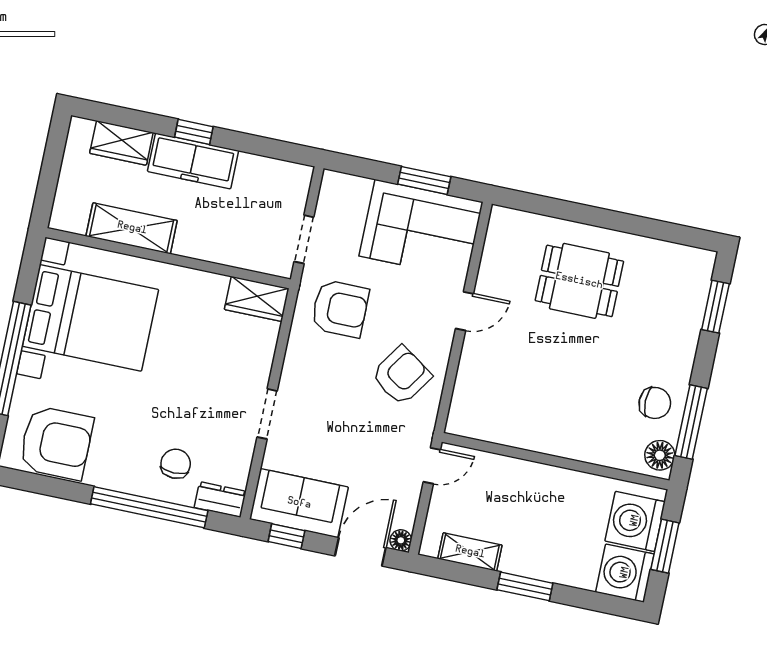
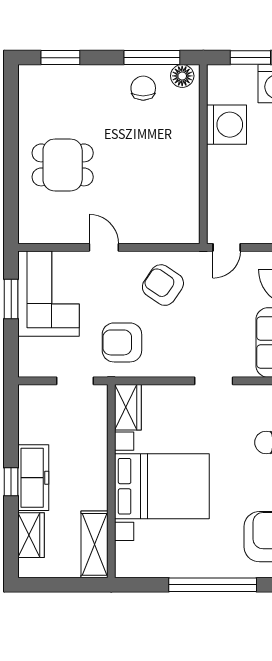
shelving: (132, 228) -> (94, 544), moved
dining table: (579, 281) -> (63, 165), turned 90
armchair: (340, 309) -> (122, 342), turned -90
bed with nightstands: (90, 318) -> (162, 486), moved, turned 90
door: (432, 466) -> (227, 247), swing flipped
washing machine: (635, 521) -> (227, 125), moved, turned -90

